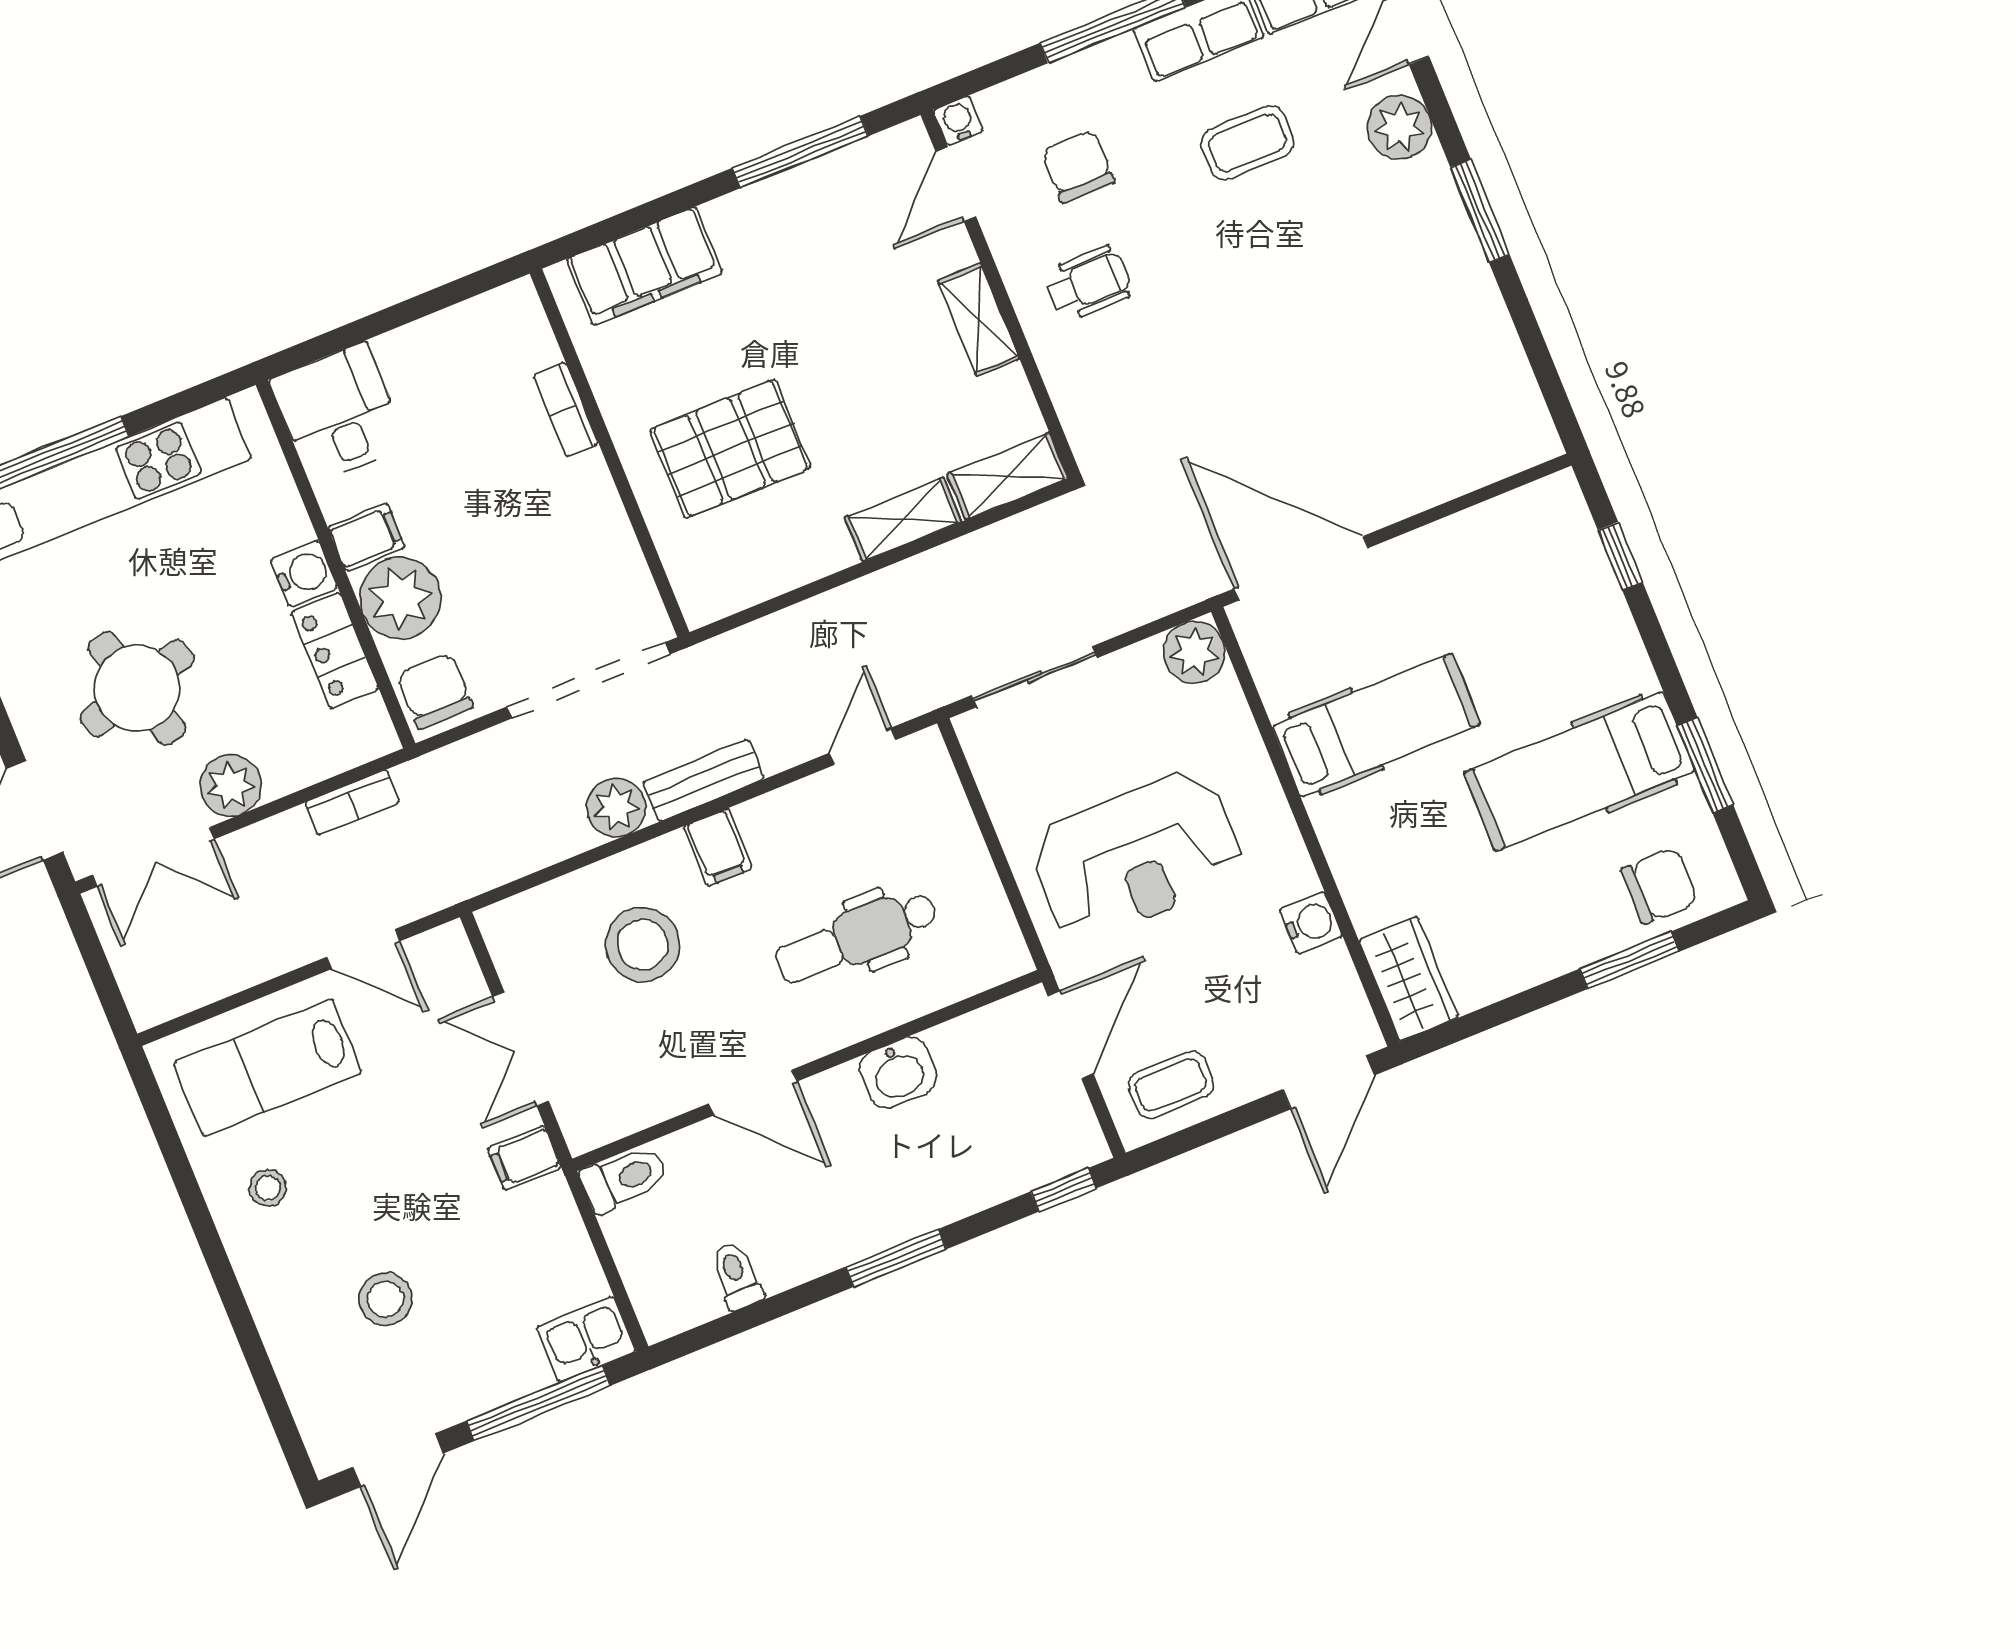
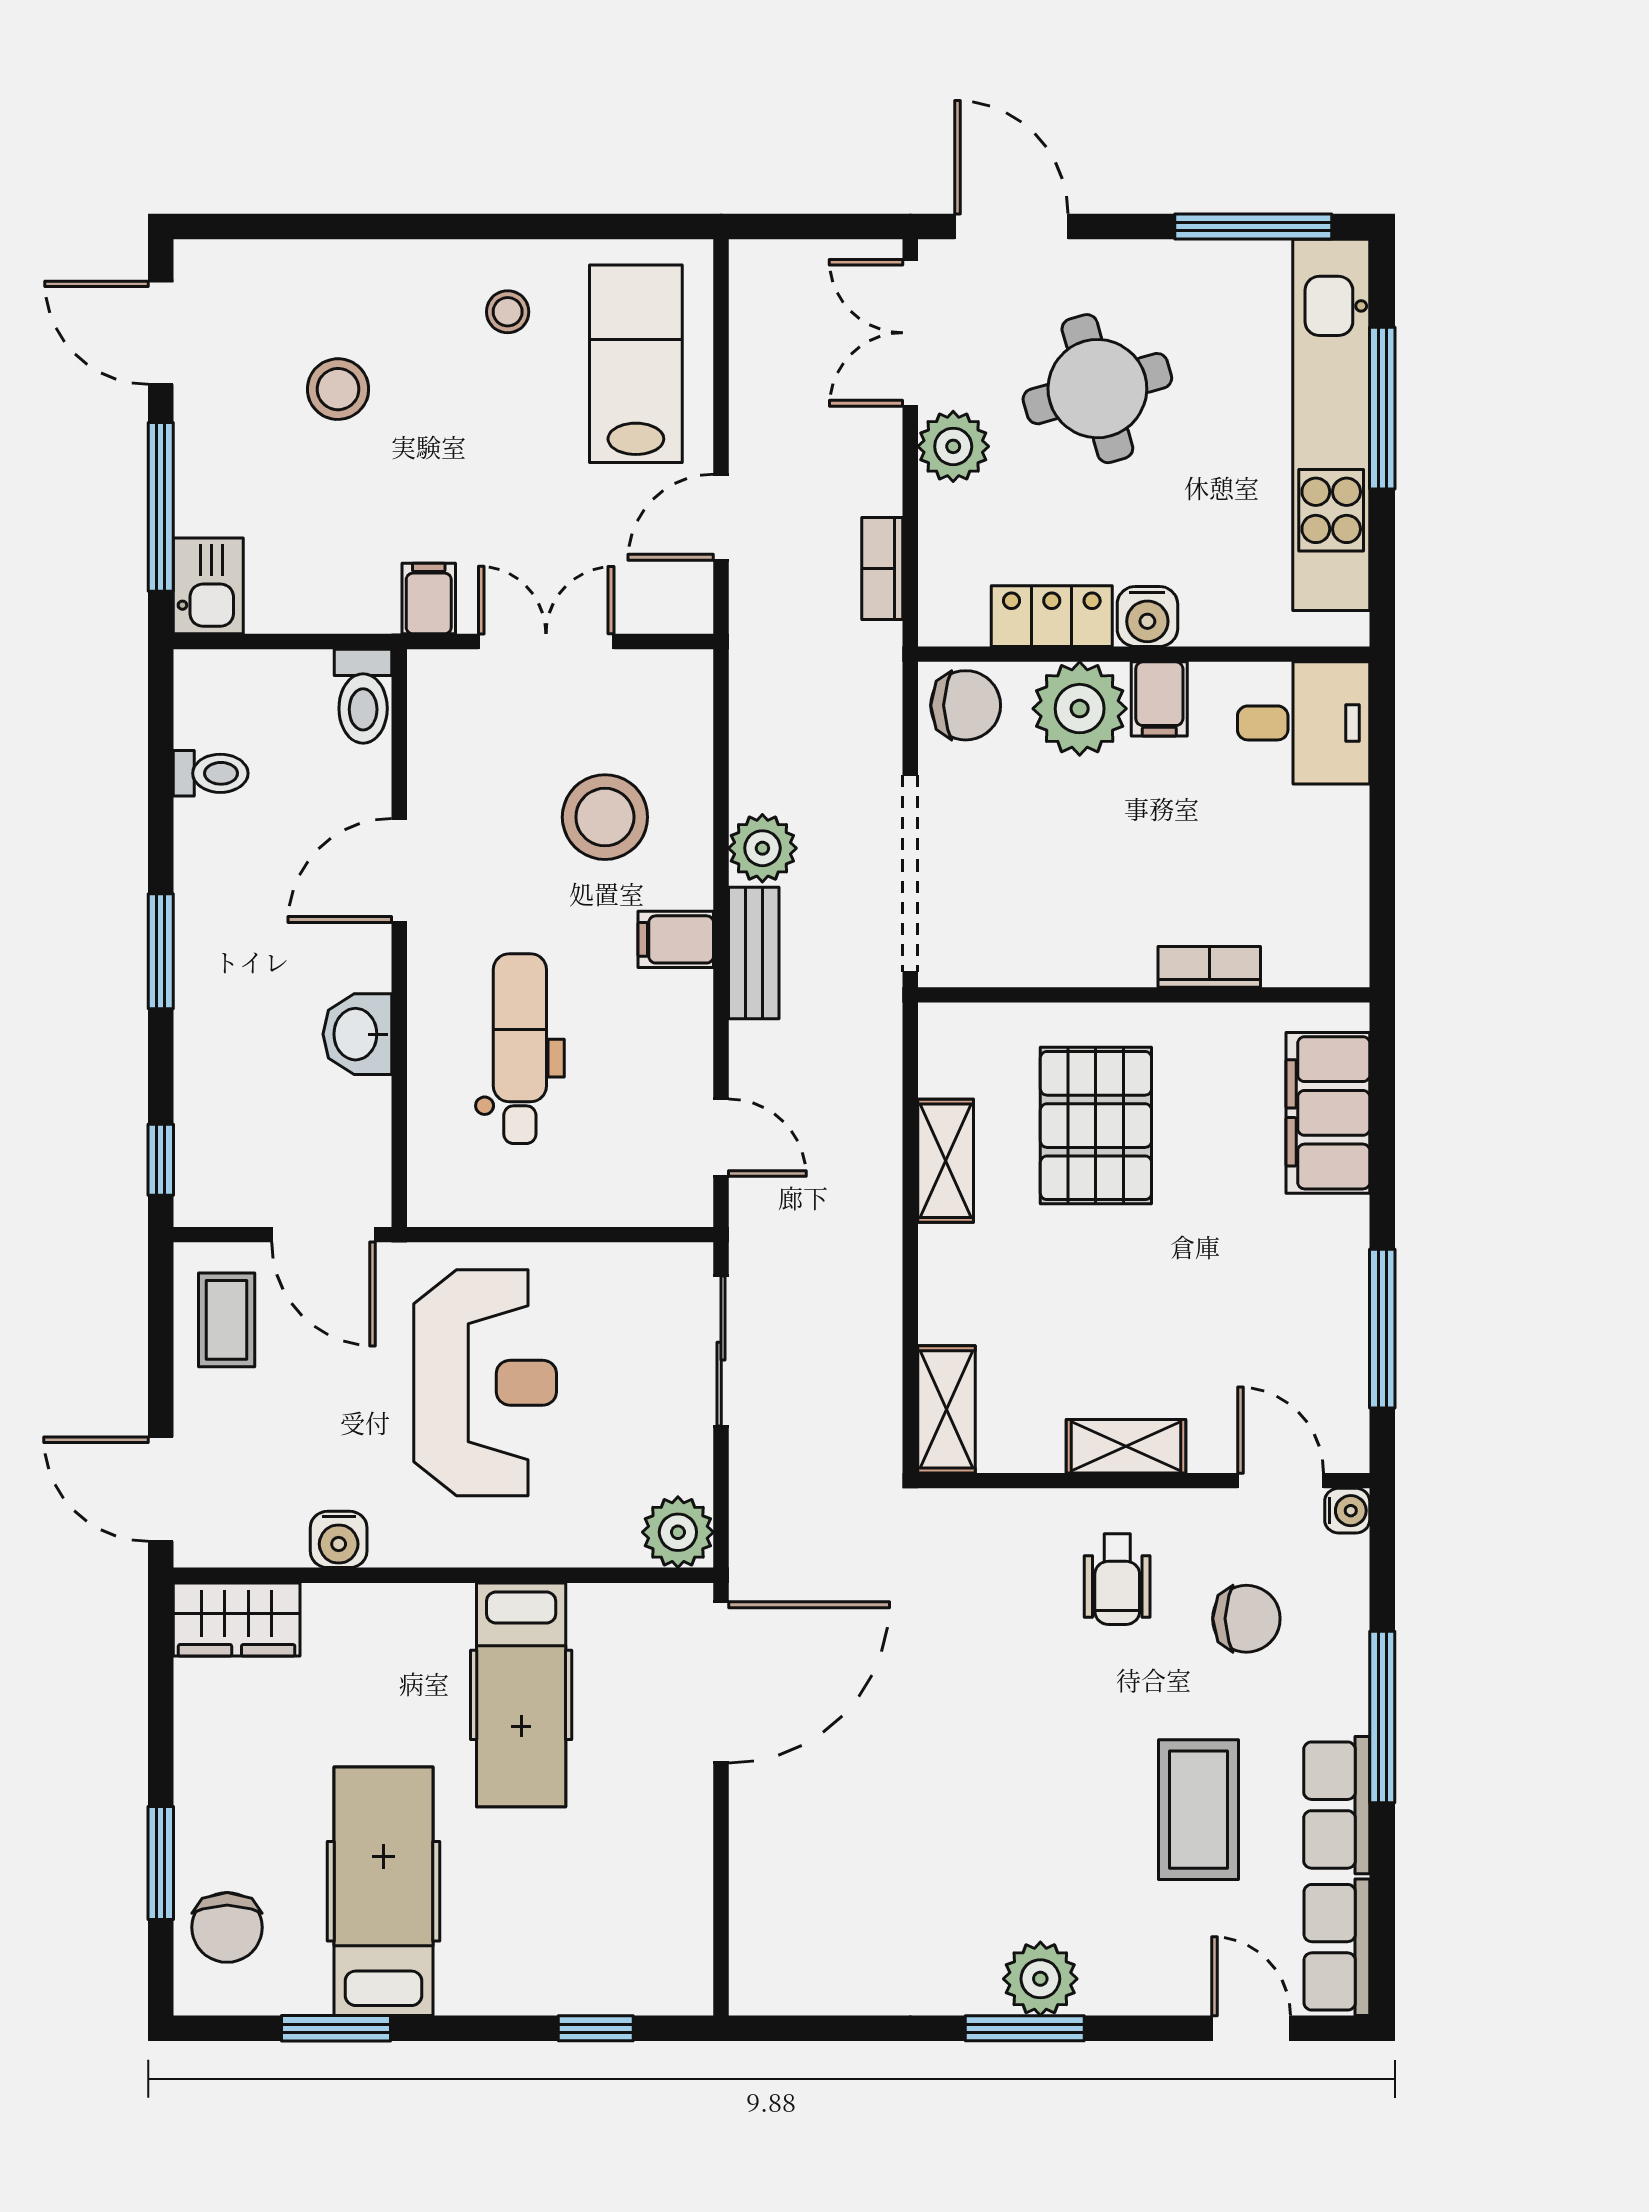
plant: (1400, 127) -> (1040, 1979), moved
coffee table: (1247, 143) -> (1198, 1810), width x1.36, depth x1.30
shelving: (903, 519) -> (946, 1161), moved
reception desk: (1137, 856) -> (485, 1383), turned 180

